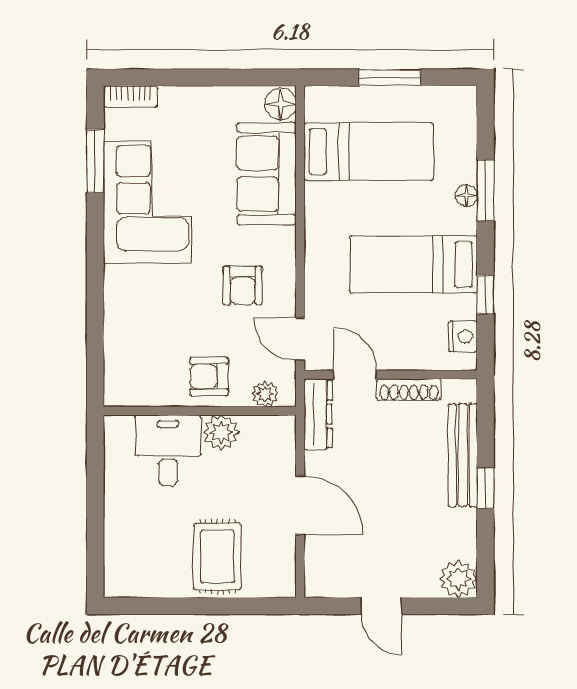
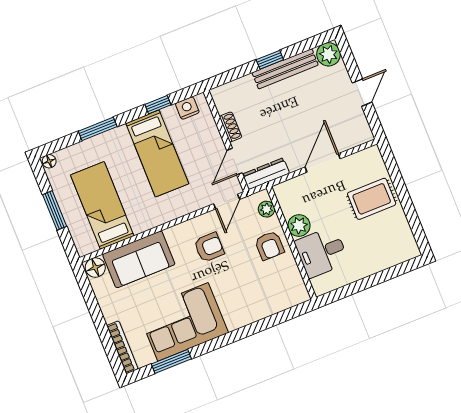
bookcase: (130, 97) -> (122, 347), width x1.56
floor lamp: (466, 196) -> (49, 161), moved
shoe rack: (409, 390) -> (231, 127), width x0.70
bench: (463, 455) -> (285, 69), moved

